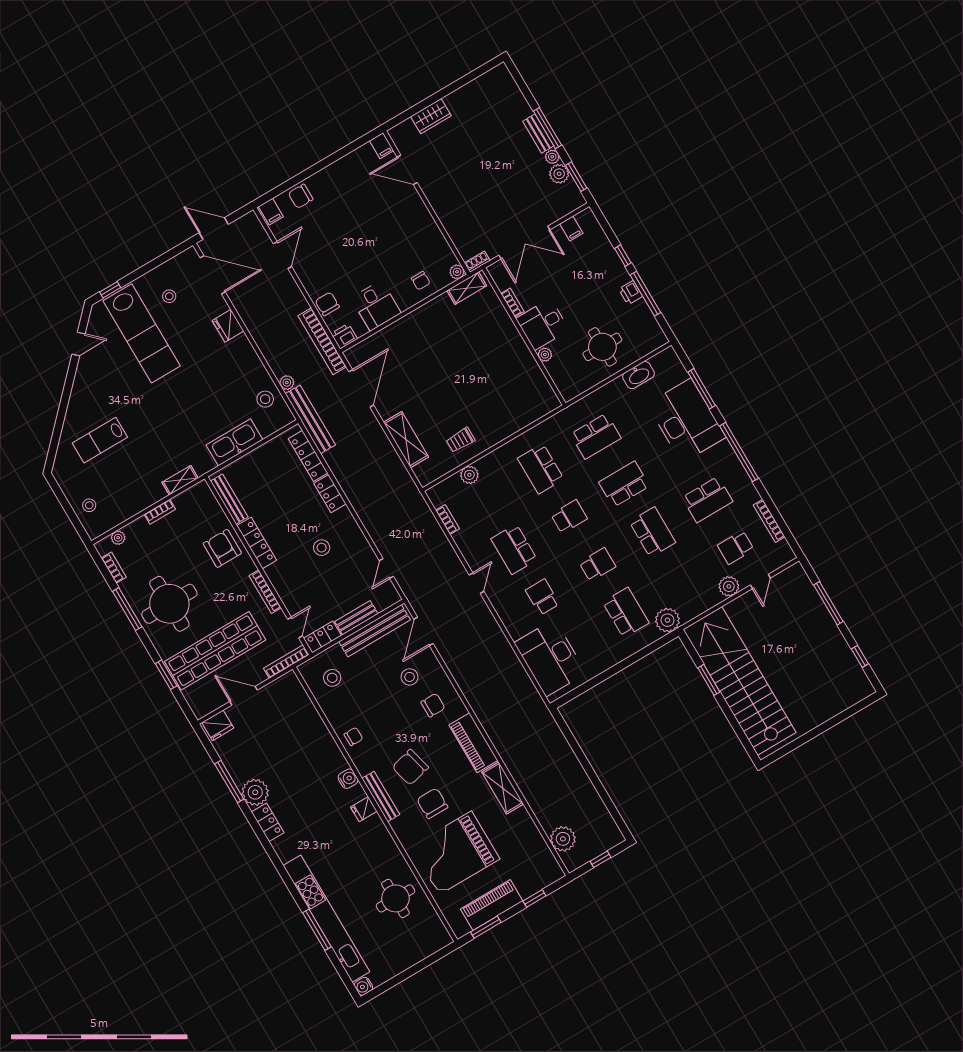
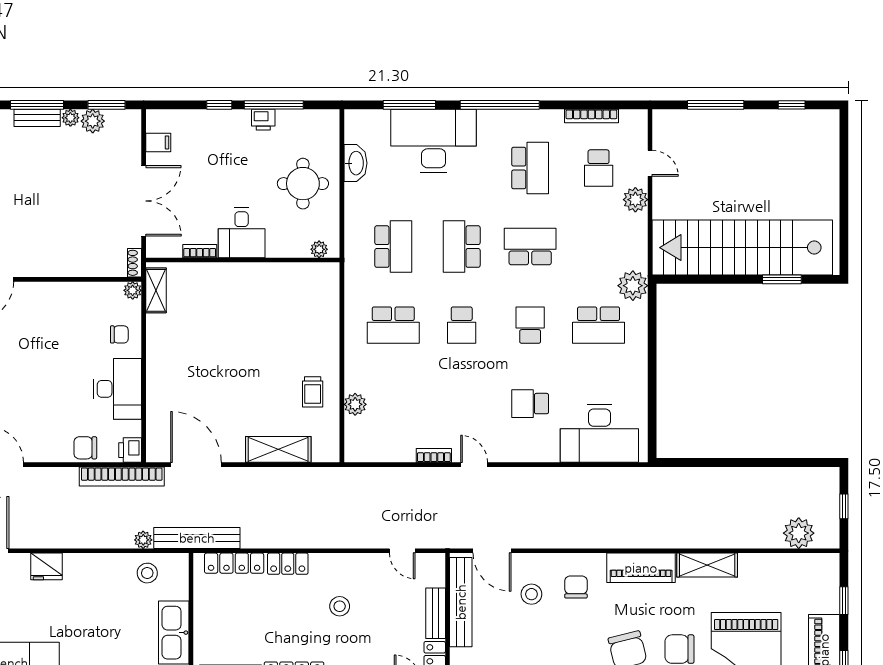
desk: (376, 305) -> (118, 389), width x1.37
plant: (545, 355) -> (319, 249), moved
school desk: (569, 517) -> (462, 325), turned 180
bookcase: (448, 520) -> (434, 455), moved
school desk: (514, 549) -> (462, 404), removed
school desk: (626, 612) -> (599, 325), turned 180
window: (709, 680) -> (782, 279), moved

